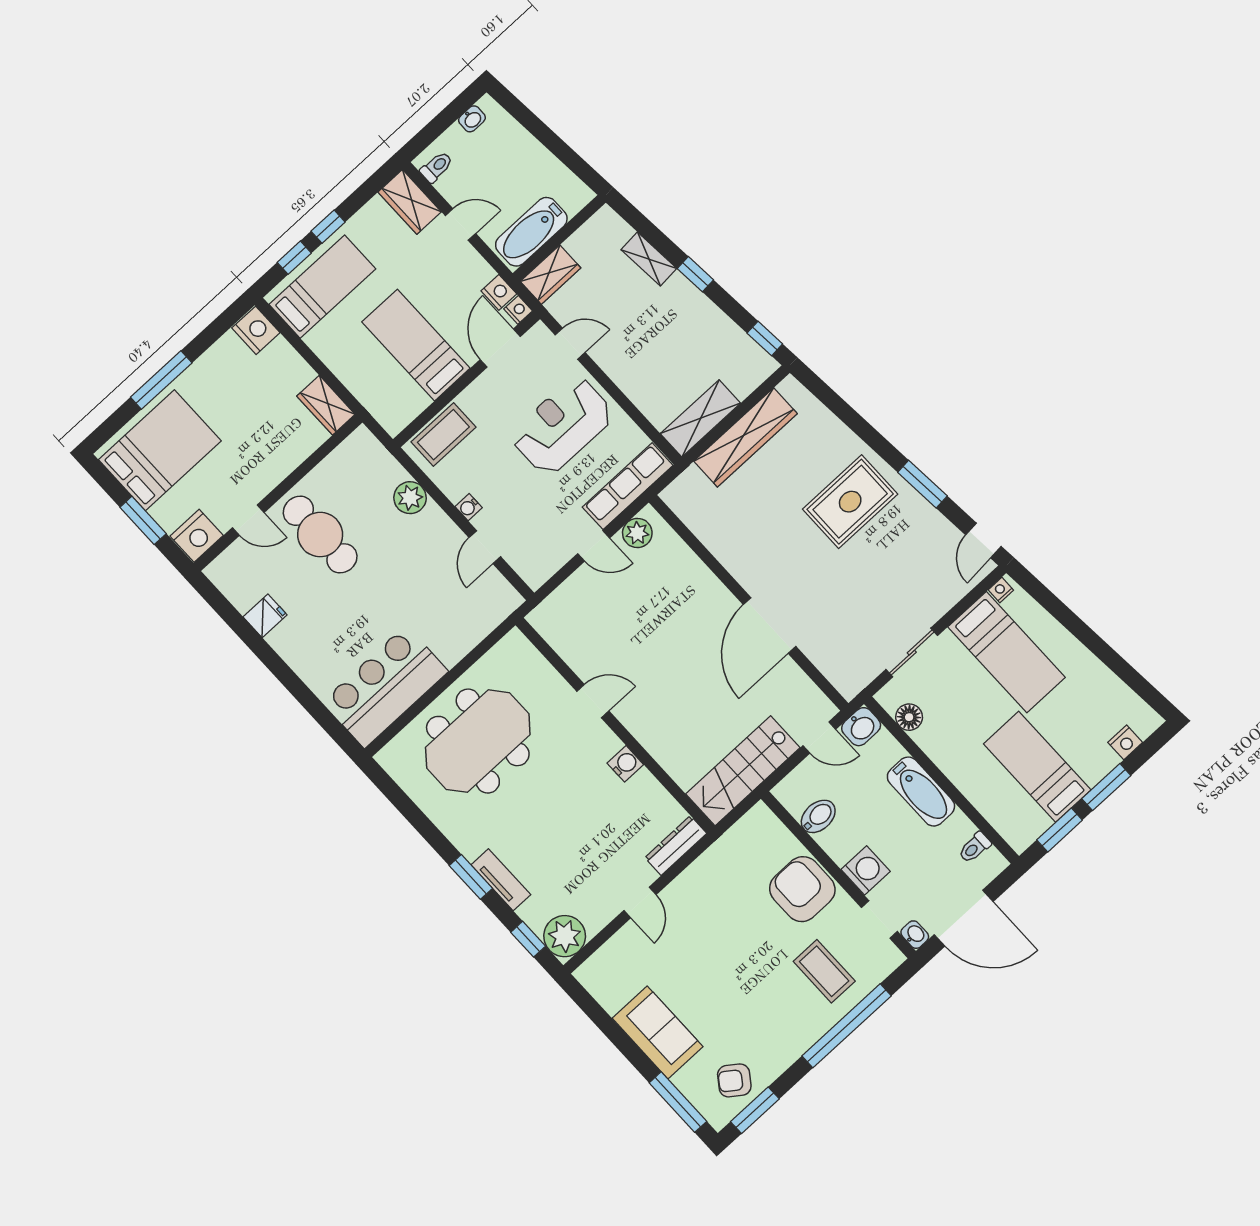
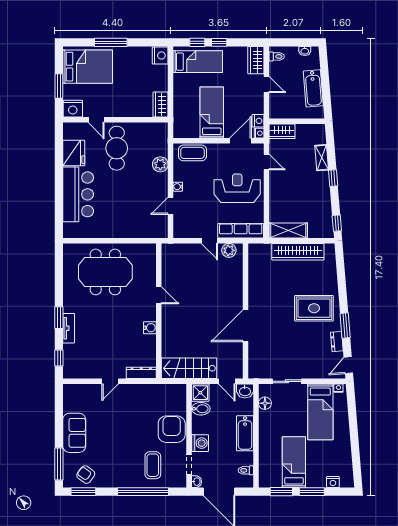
bathtub: (531, 232) -> (313, 88), moved, turned -95
dresser: (933, 520) -> (337, 342), added
fridge: (265, 616) -> (74, 153), width x1.88, depth x1.34
bar counter: (385, 687) -> (78, 194), moved, turned 90
shower: (795, 792) -> (200, 393), added
plant: (565, 936) -> (73, 369), removed

